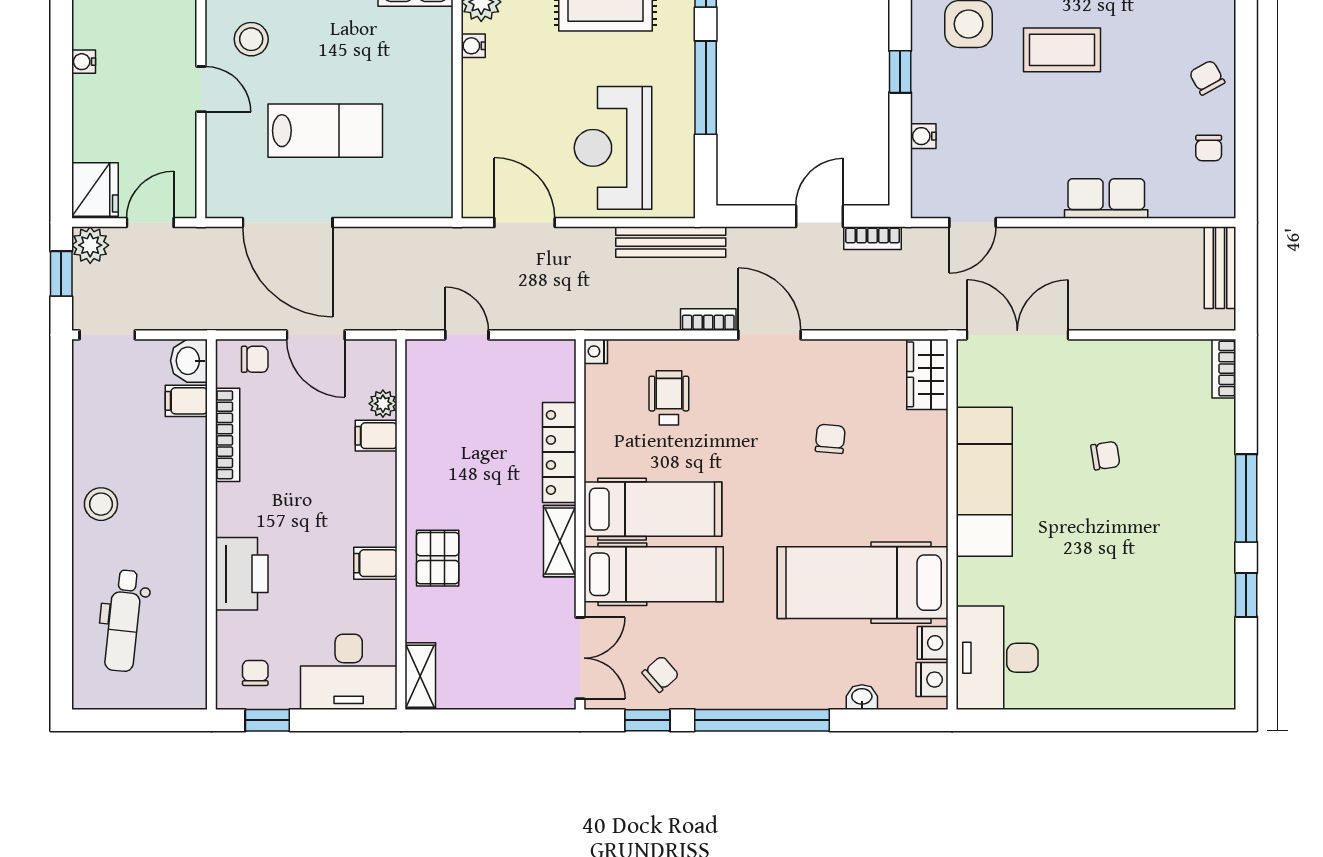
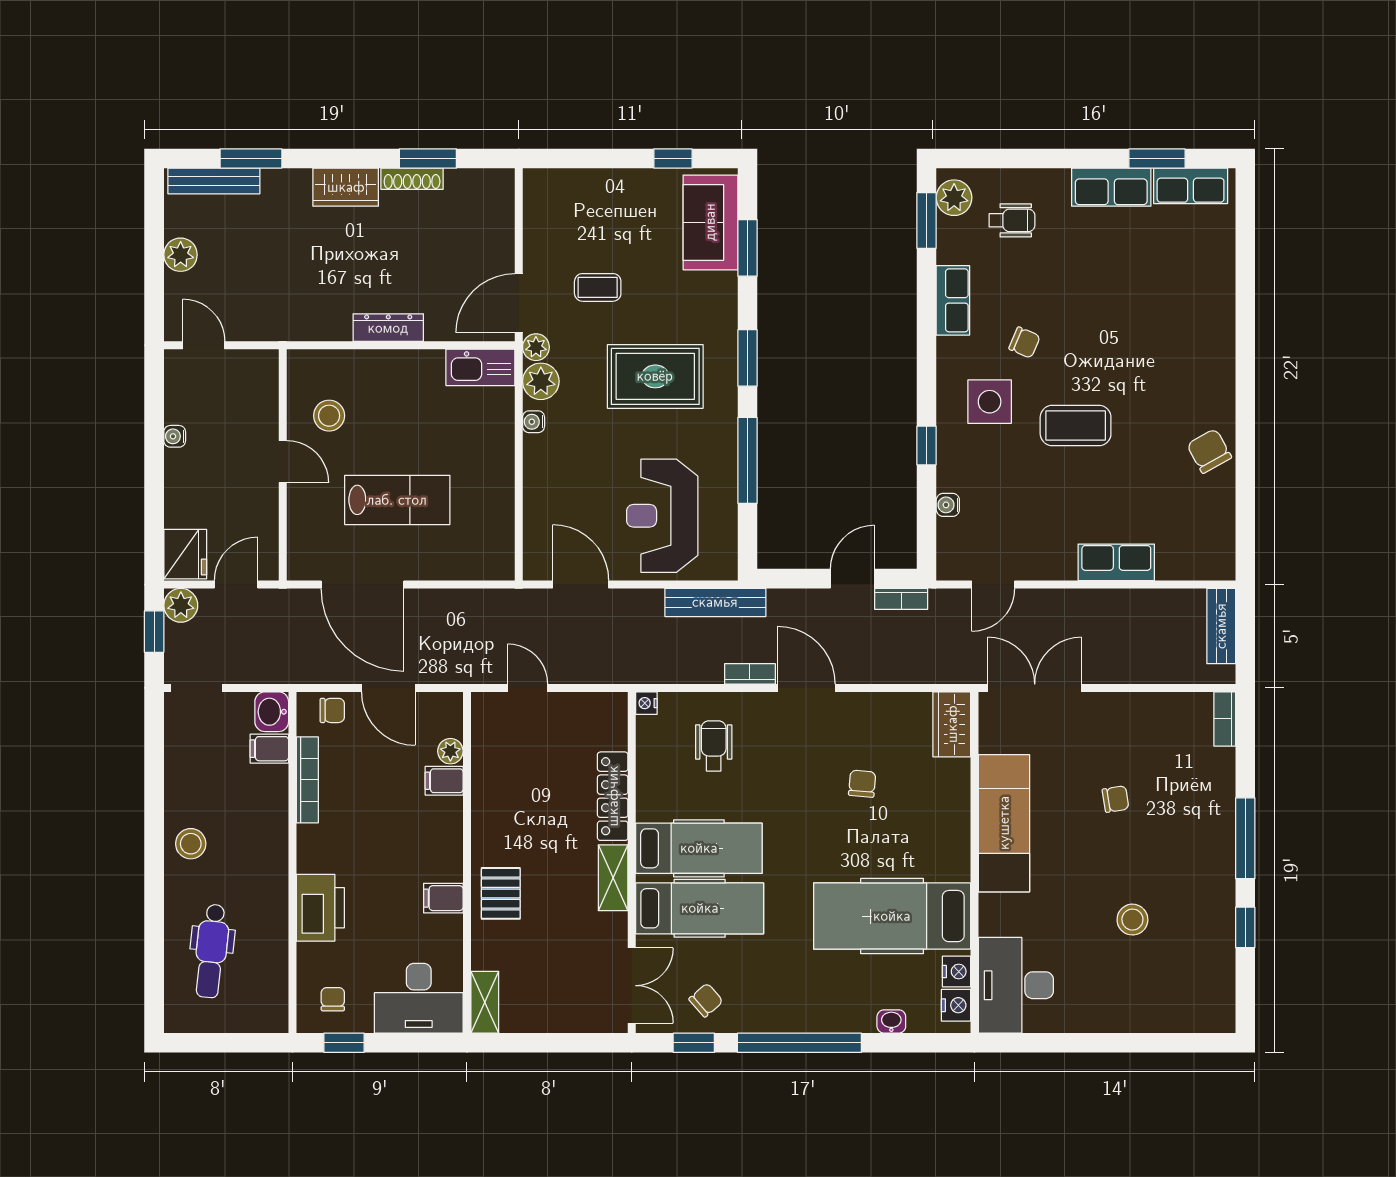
chair: (1207, 78) -> (1209, 451), width x1.37, depth x1.37
chair: (1209, 148) -> (1211, 516), removed
stool: (1124, 586) -> (1132, 920), added

